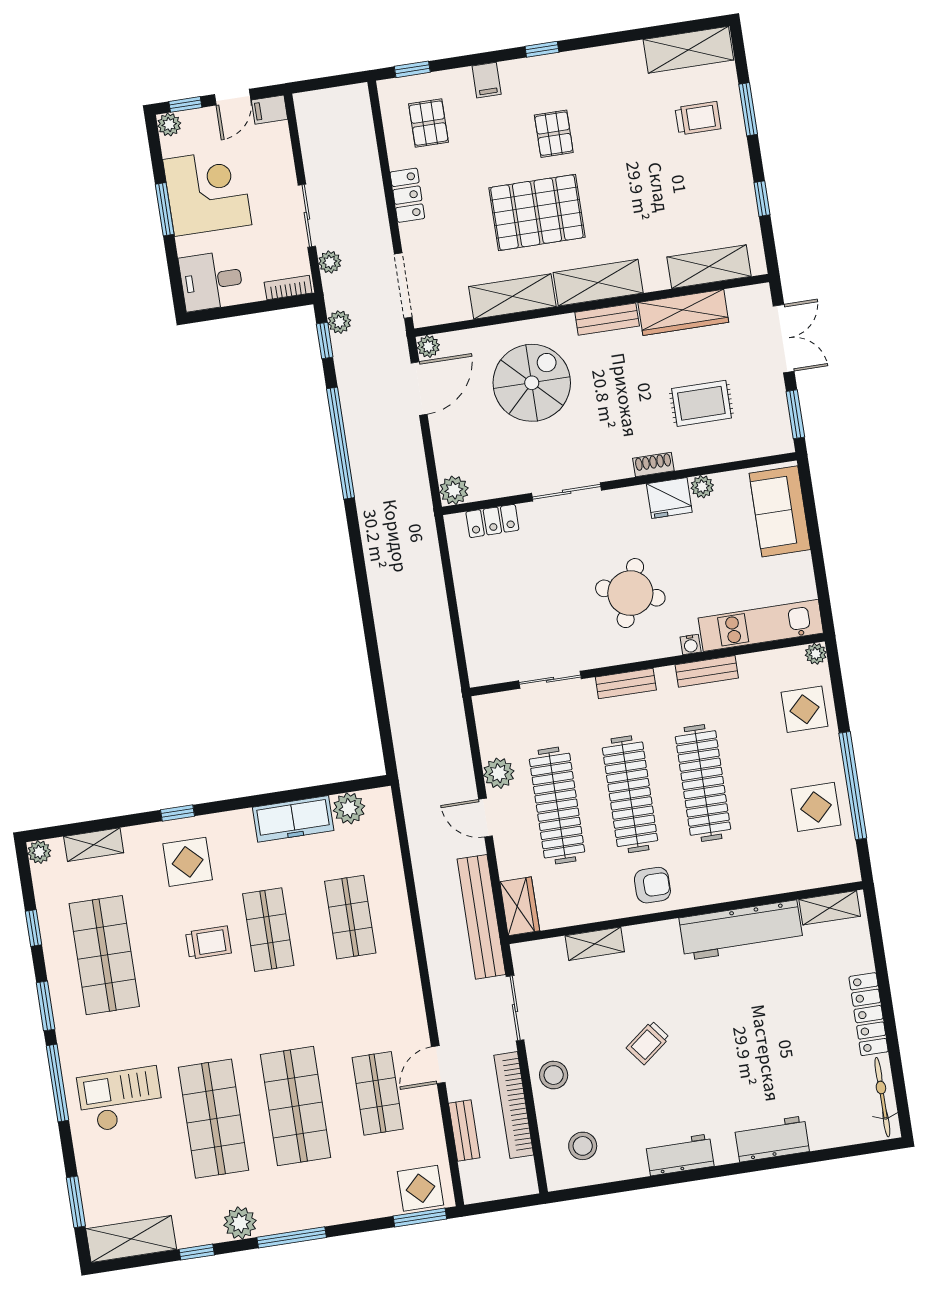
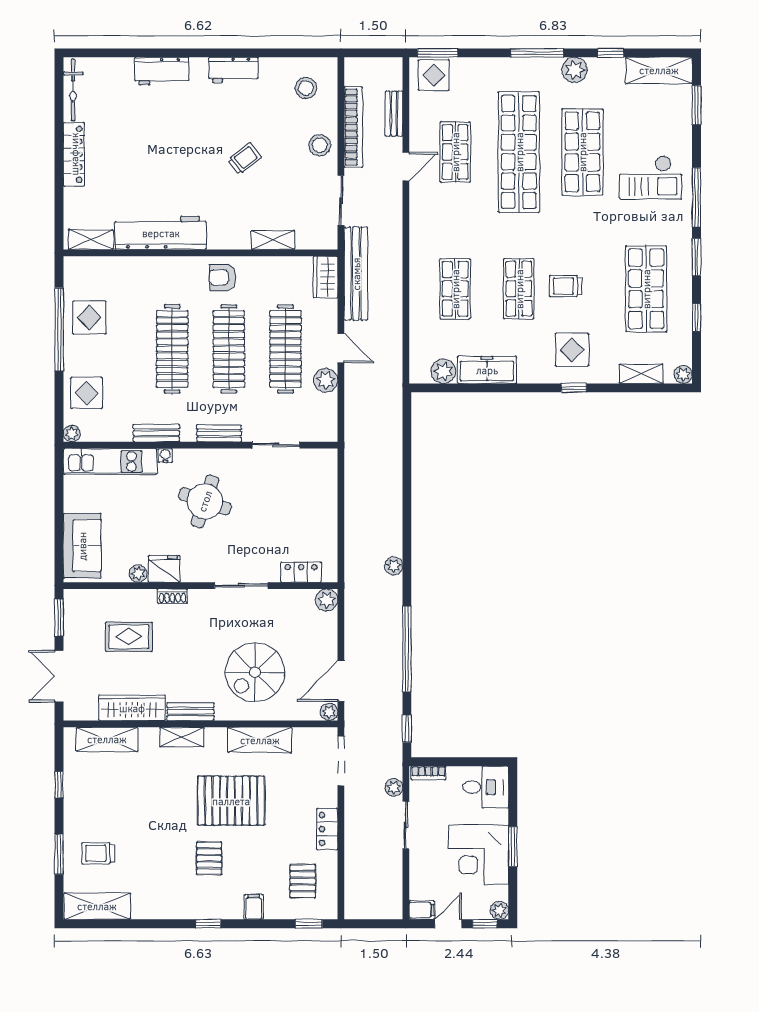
shelving: (598, 283) -> (182, 737), width x0.67, depth x0.75
plant: (339, 322) -> (394, 566), moved
shop shelf: (296, 1106) -> (519, 152), width x1.40

